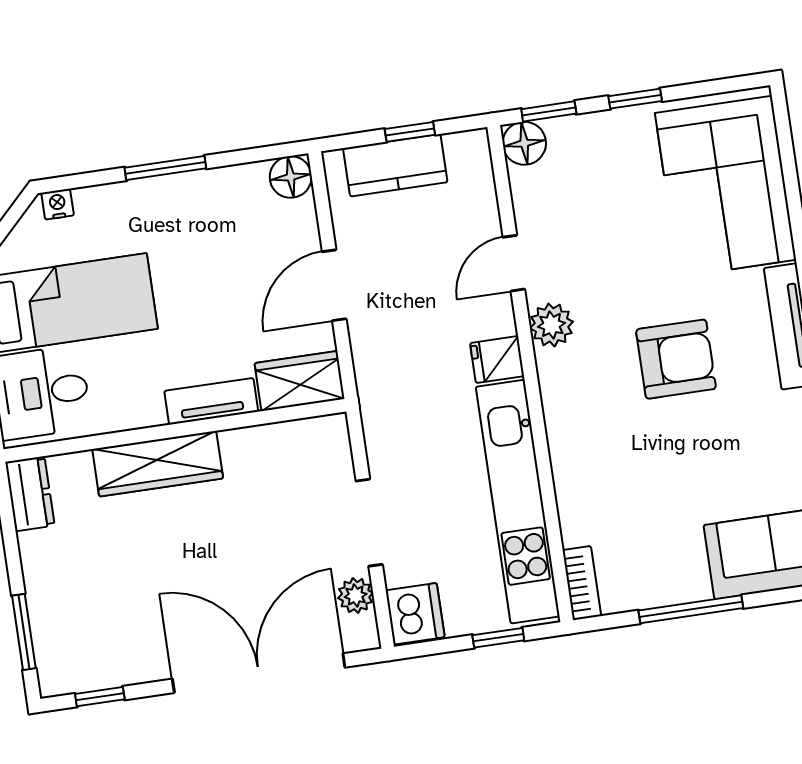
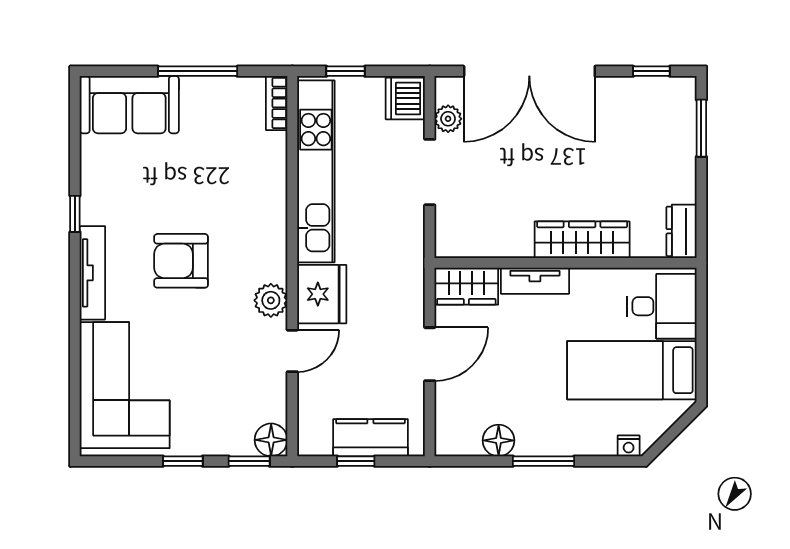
floor lamp: (291, 177) -> (499, 440), moved
fridge: (497, 360) -> (322, 294), width x1.88, depth x1.34

